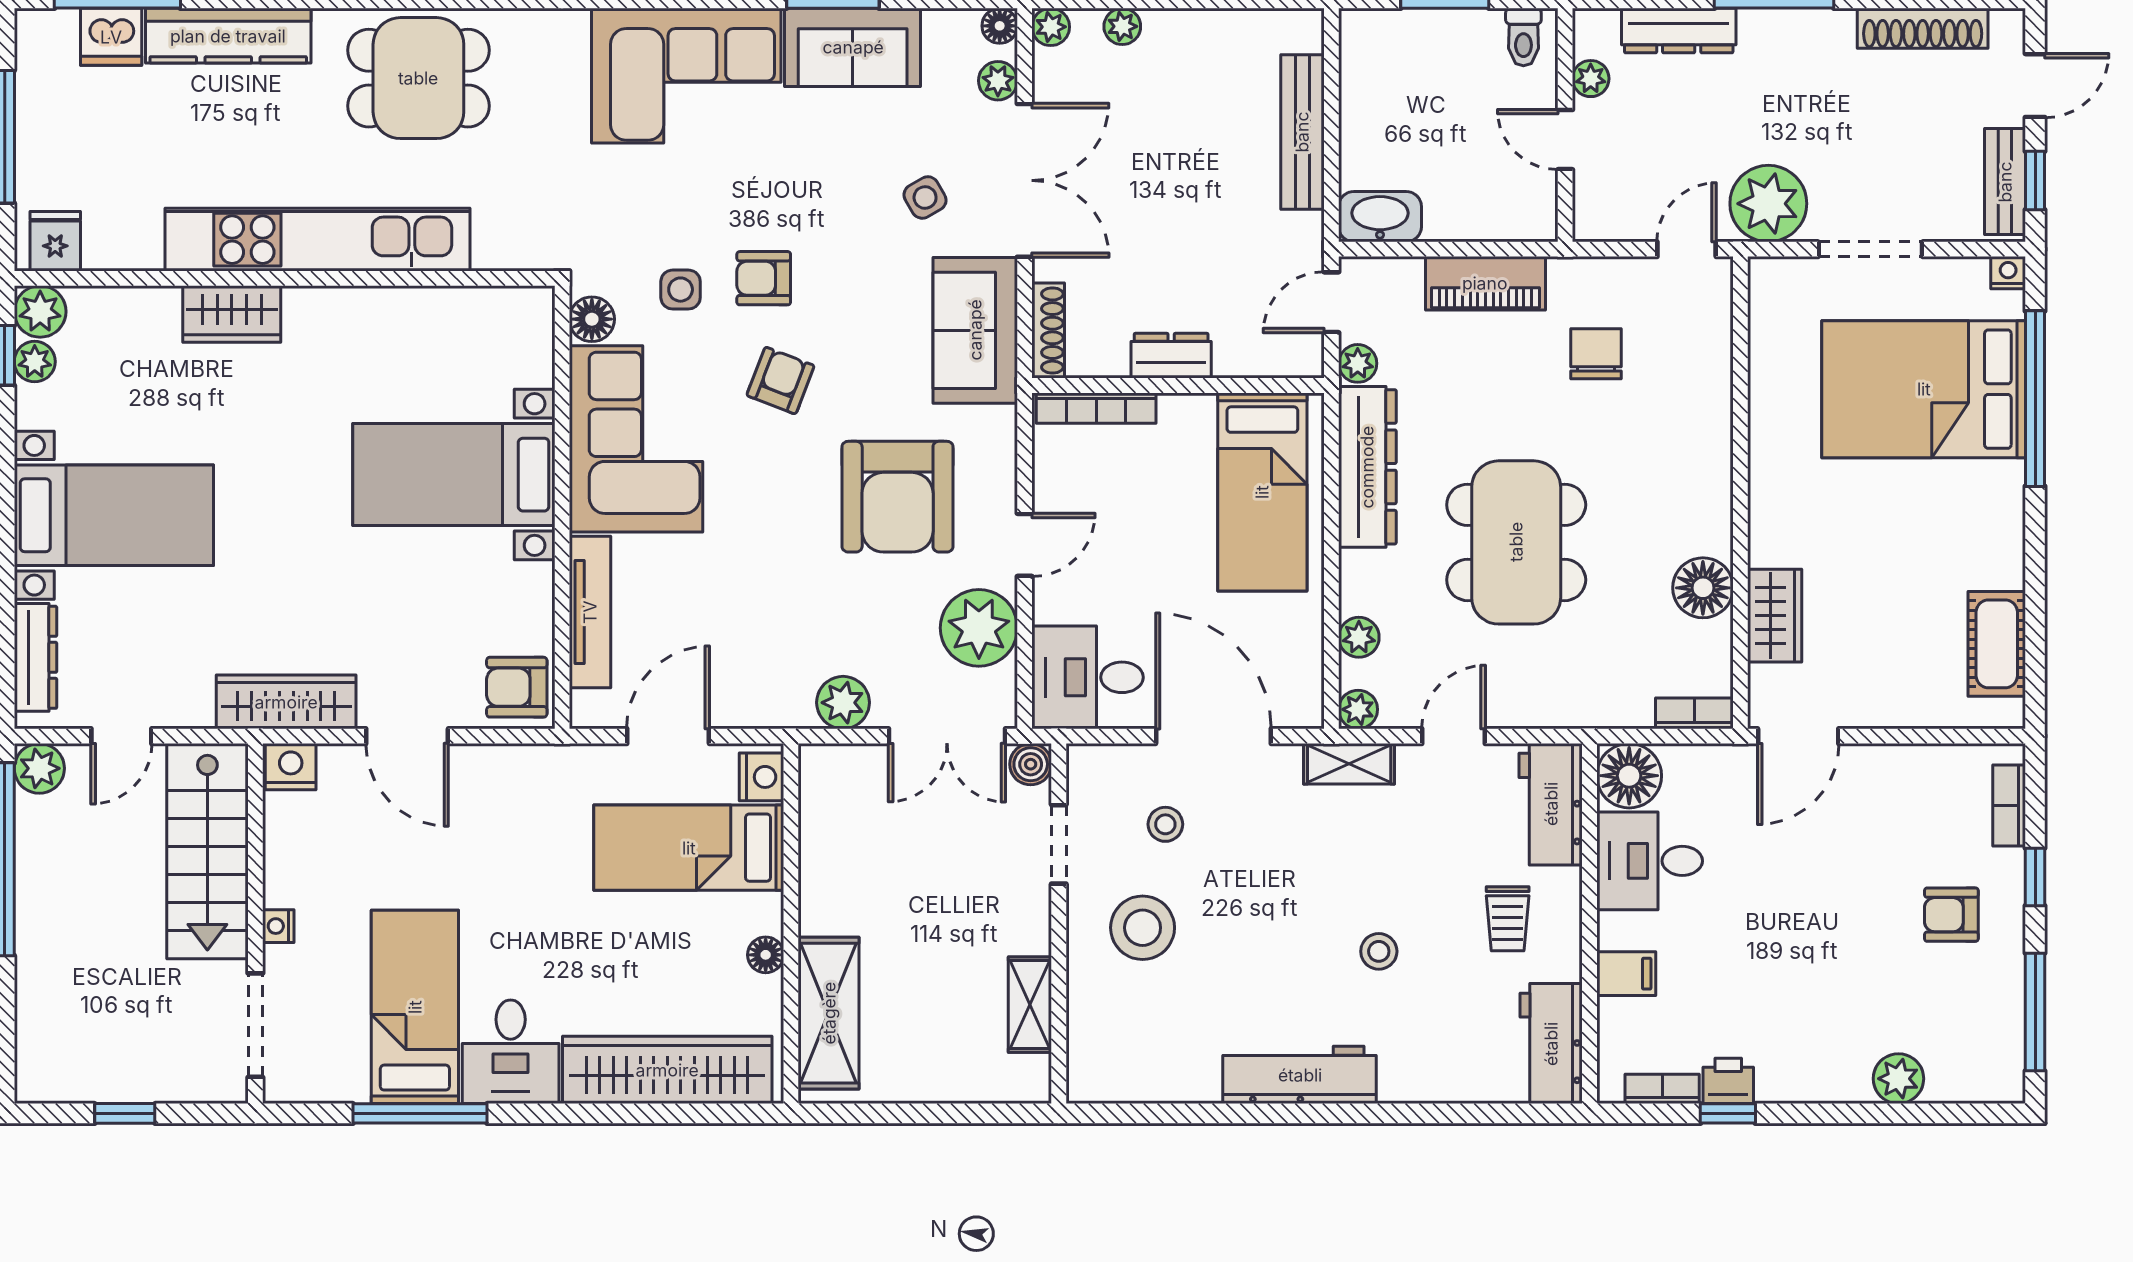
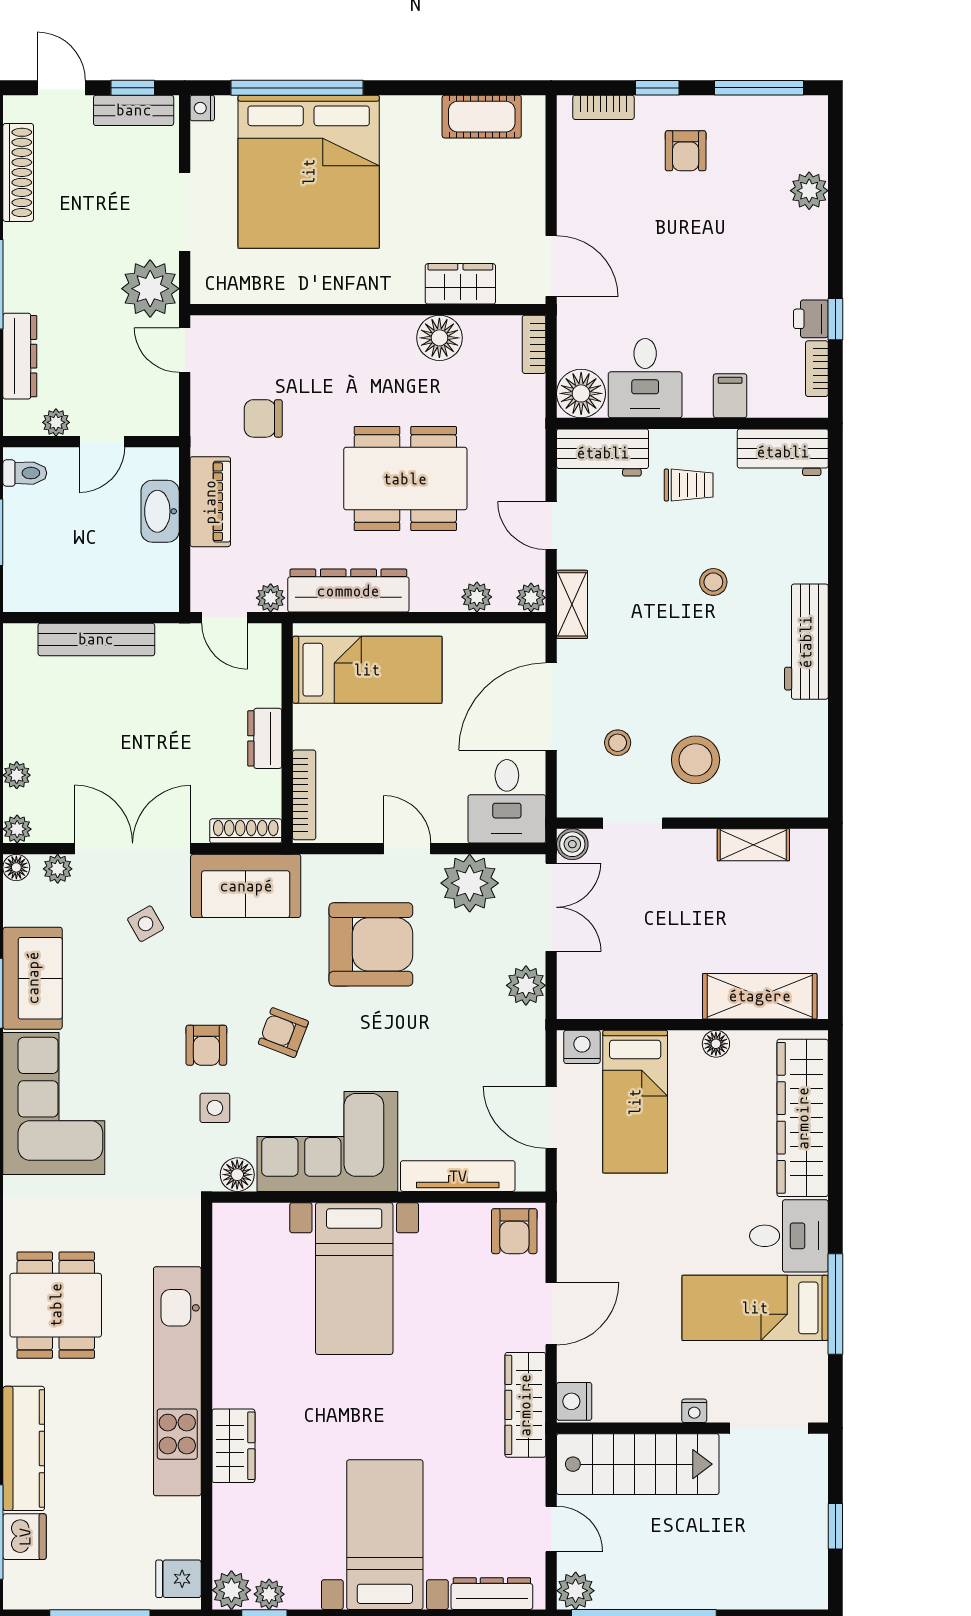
washbasin: (1380, 217) -> (160, 511), moved
bed: (1924, 389) -> (309, 172), width x1.36

